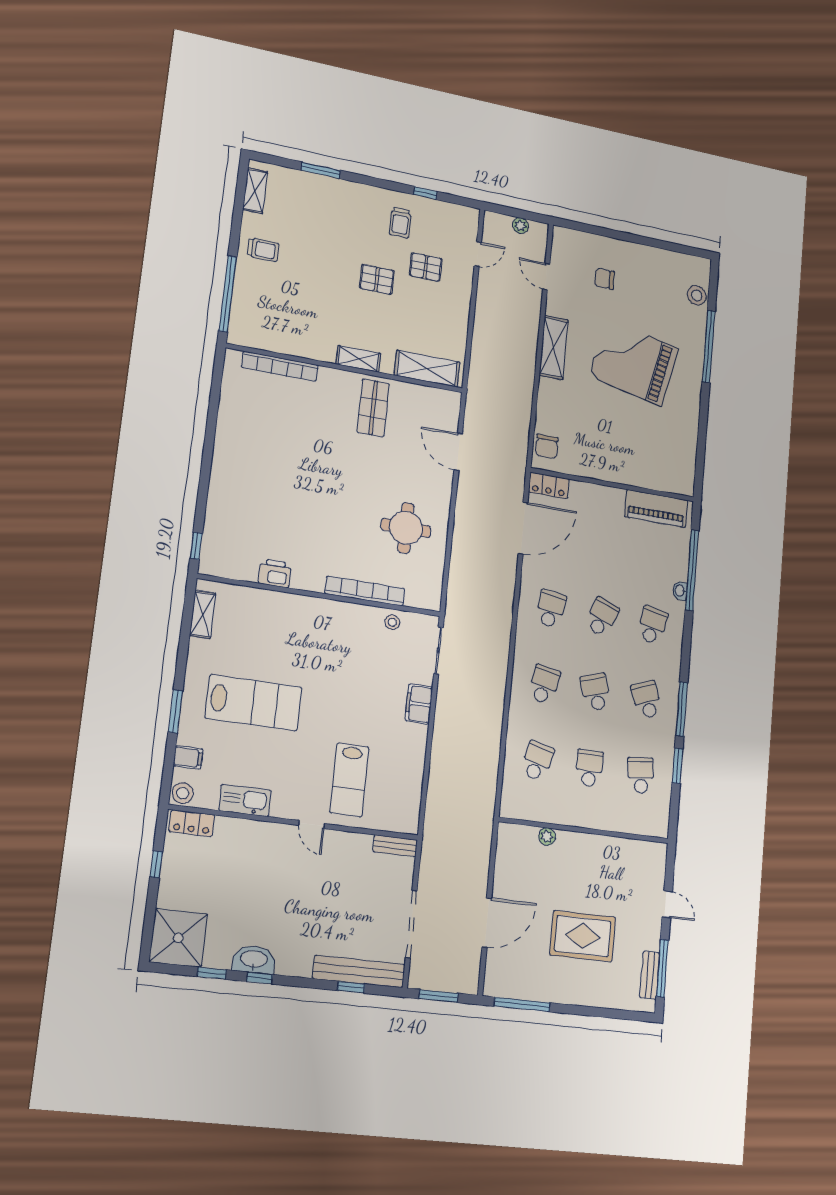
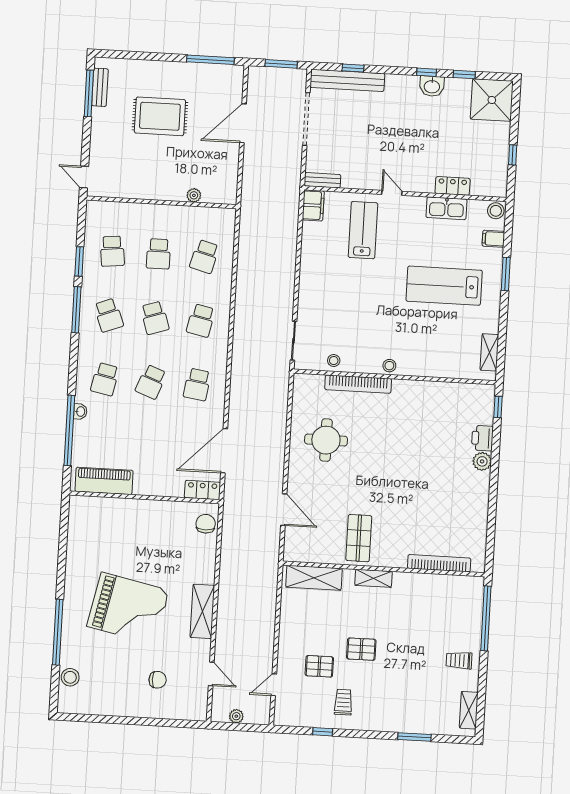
plant: (220, 481) -> (482, 461), added
printer: (275, 573) -> (482, 438), moved, turned 90
stool: (326, 610) -> (389, 366), added
filing cabinet: (419, 704) -> (313, 205), moved
locker: (192, 823) -> (453, 186), moved
door: (667, 904) -> (84, 177), moved
washbasin: (254, 959) -> (432, 86), width x0.72

